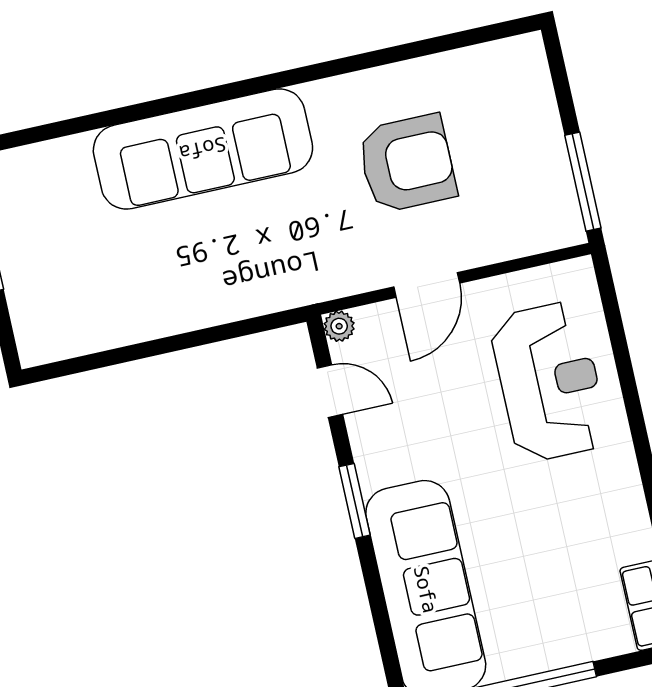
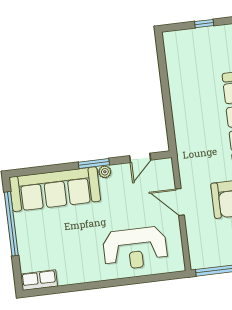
plant: (339, 326) -> (105, 172), moved

